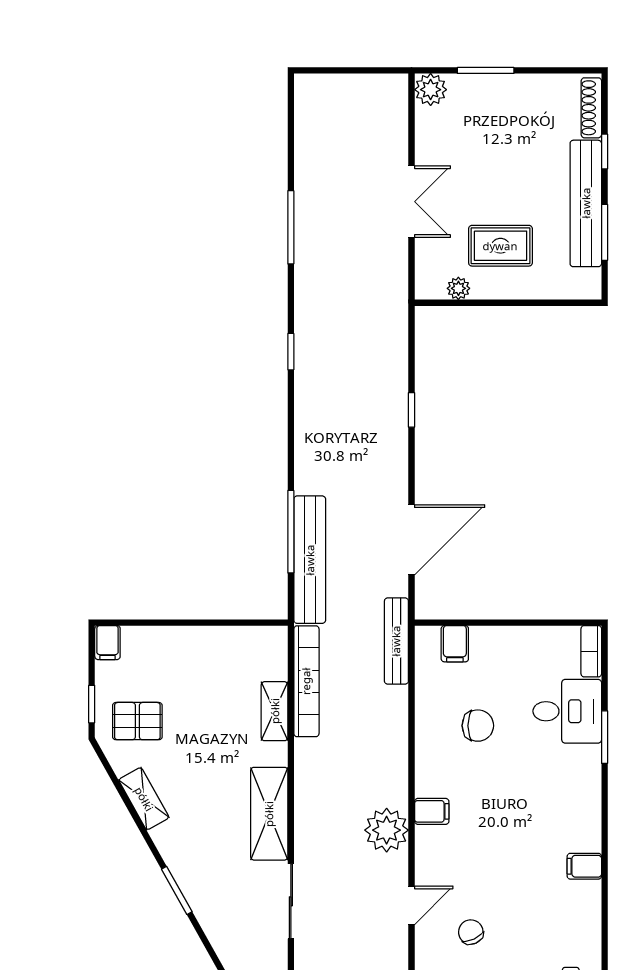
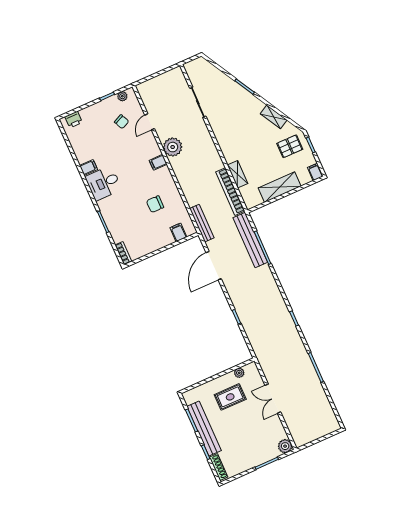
desk: (567, 711) -> (103, 183), moved
shelving: (269, 814) -> (280, 187), moved, turned 90

